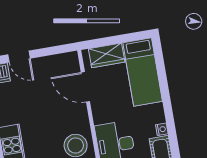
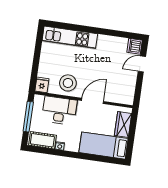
door: (85, 87) -> (93, 101), moved

